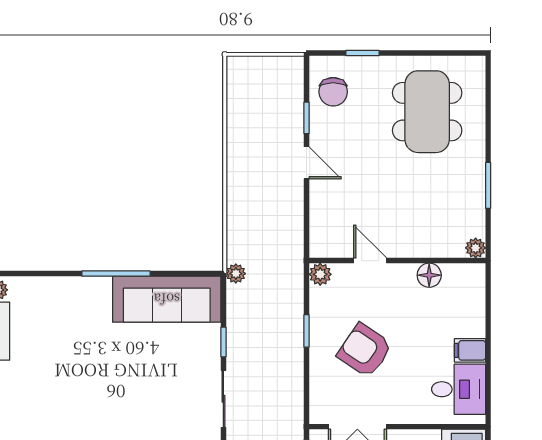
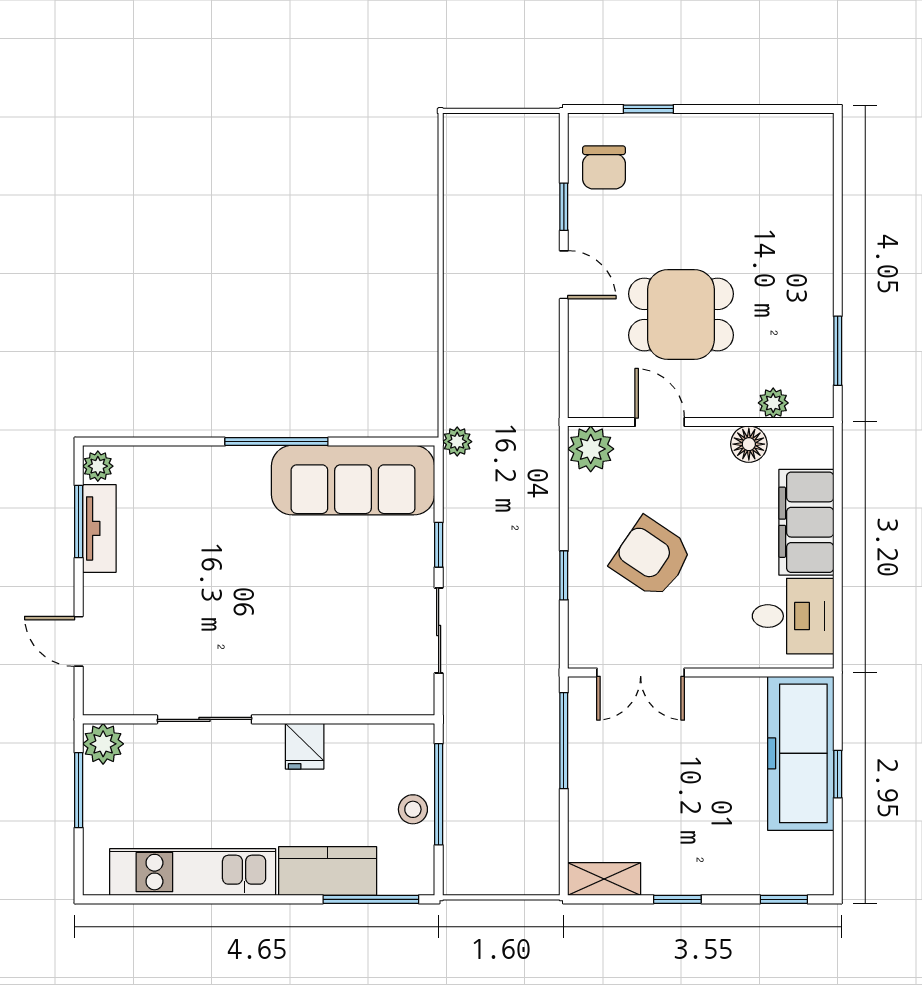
dining table: (427, 112) -> (681, 315), moved, width x0.73
window: (488, 185) -> (838, 351), moved
plant: (476, 248) -> (773, 403), moved
plant: (320, 274) -> (591, 449), width x1.38, depth x1.38
window: (307, 331) -> (564, 575), moved
filing cabinet: (470, 350) -> (806, 522), width x3.00, depth x1.17

